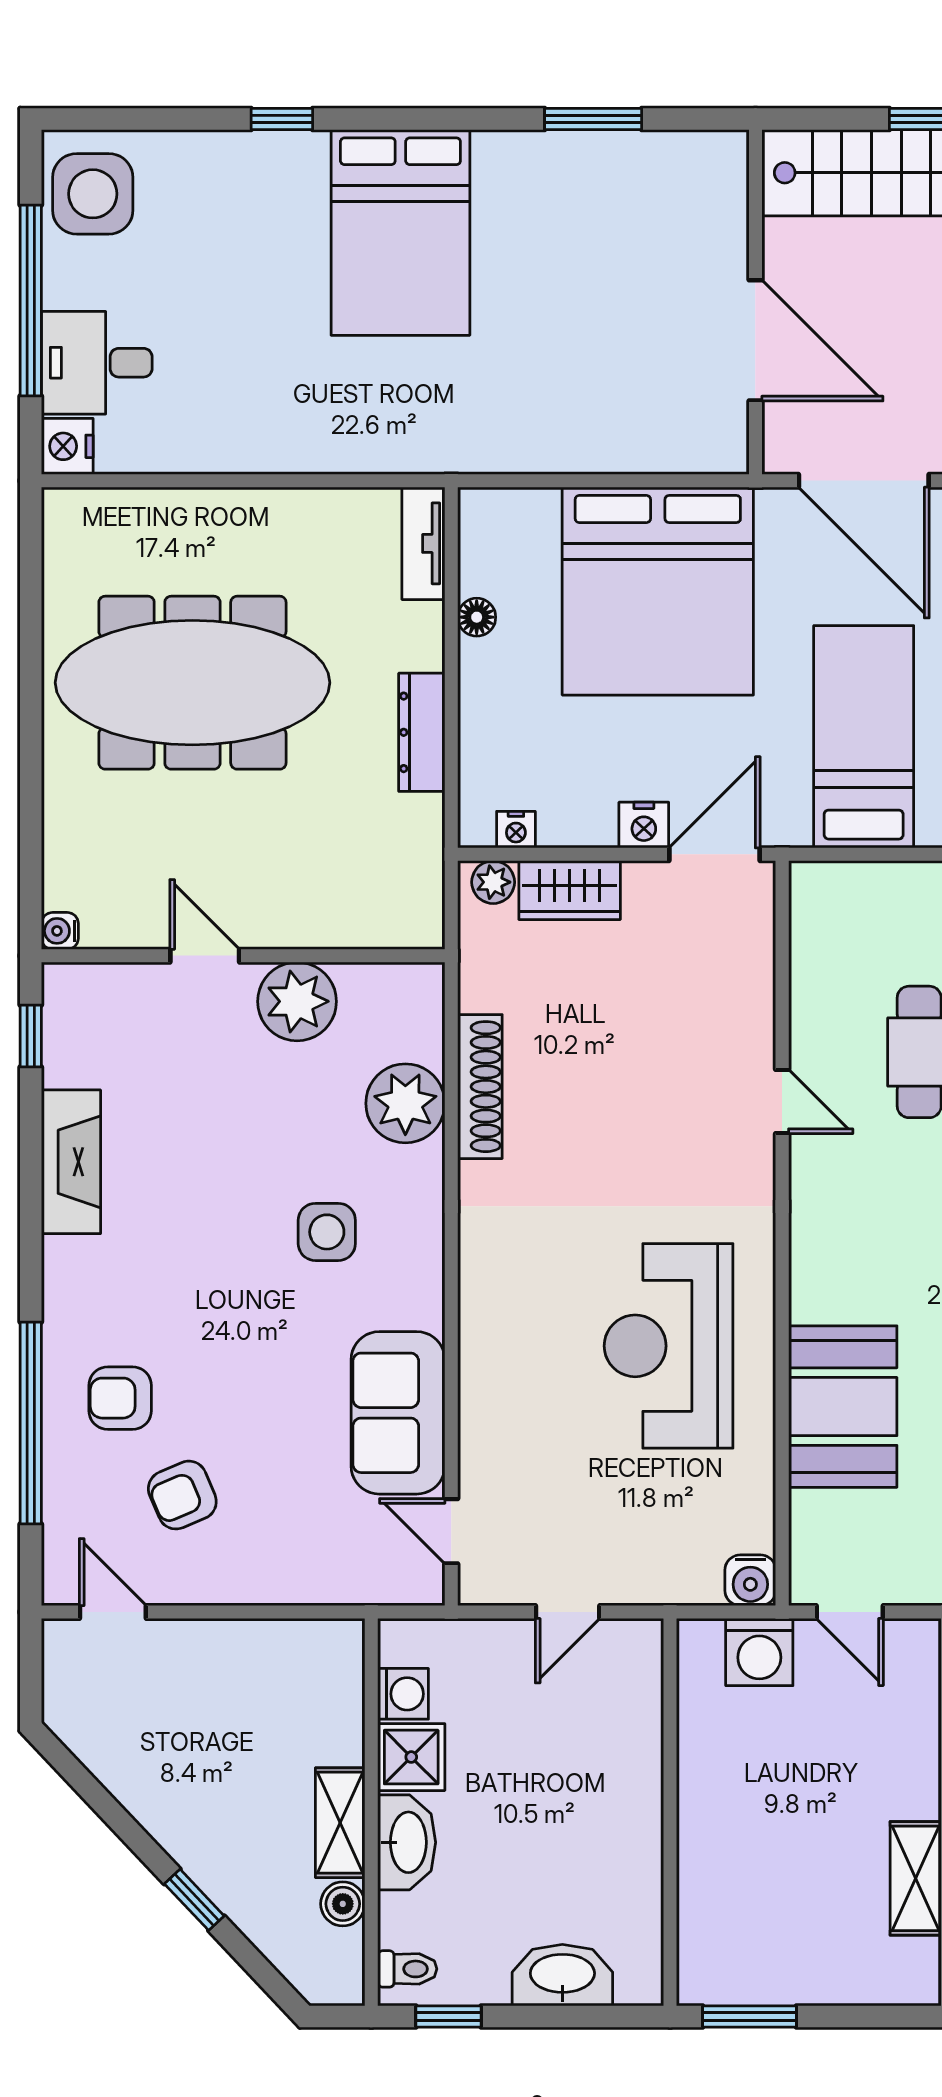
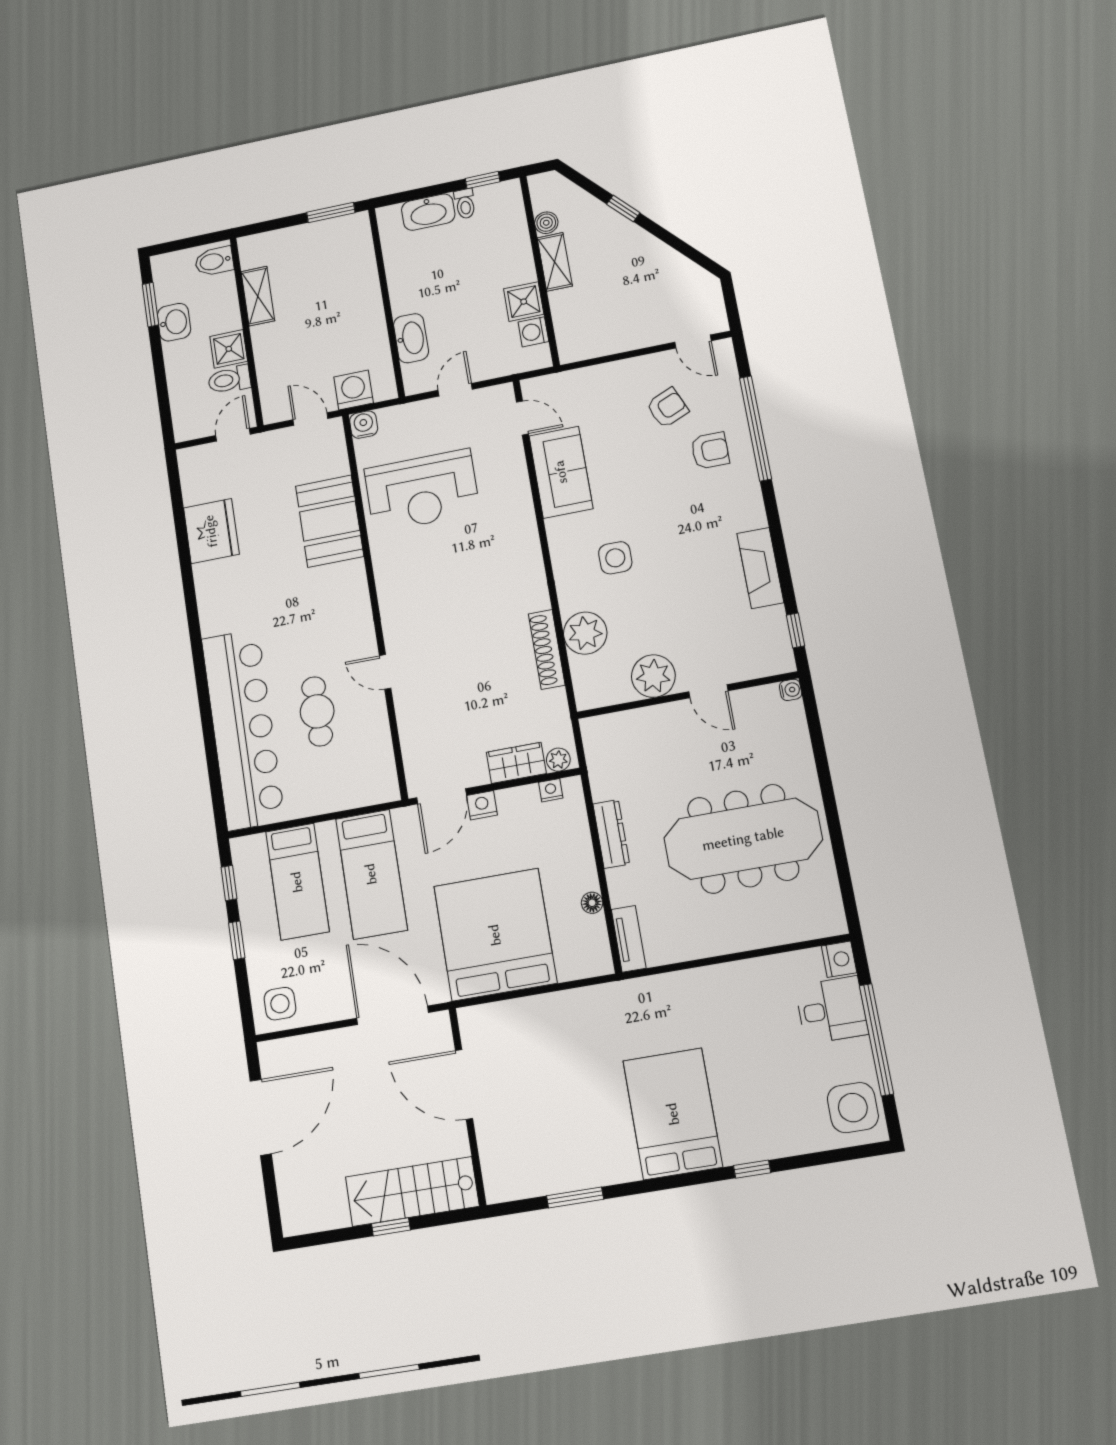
reception desk: (669, 1346) -> (422, 491), moved, turned 90
washbasin: (407, 1842) -> (411, 338), moved, turned 180
toilet: (407, 1969) -> (465, 204), moved, turned -90

